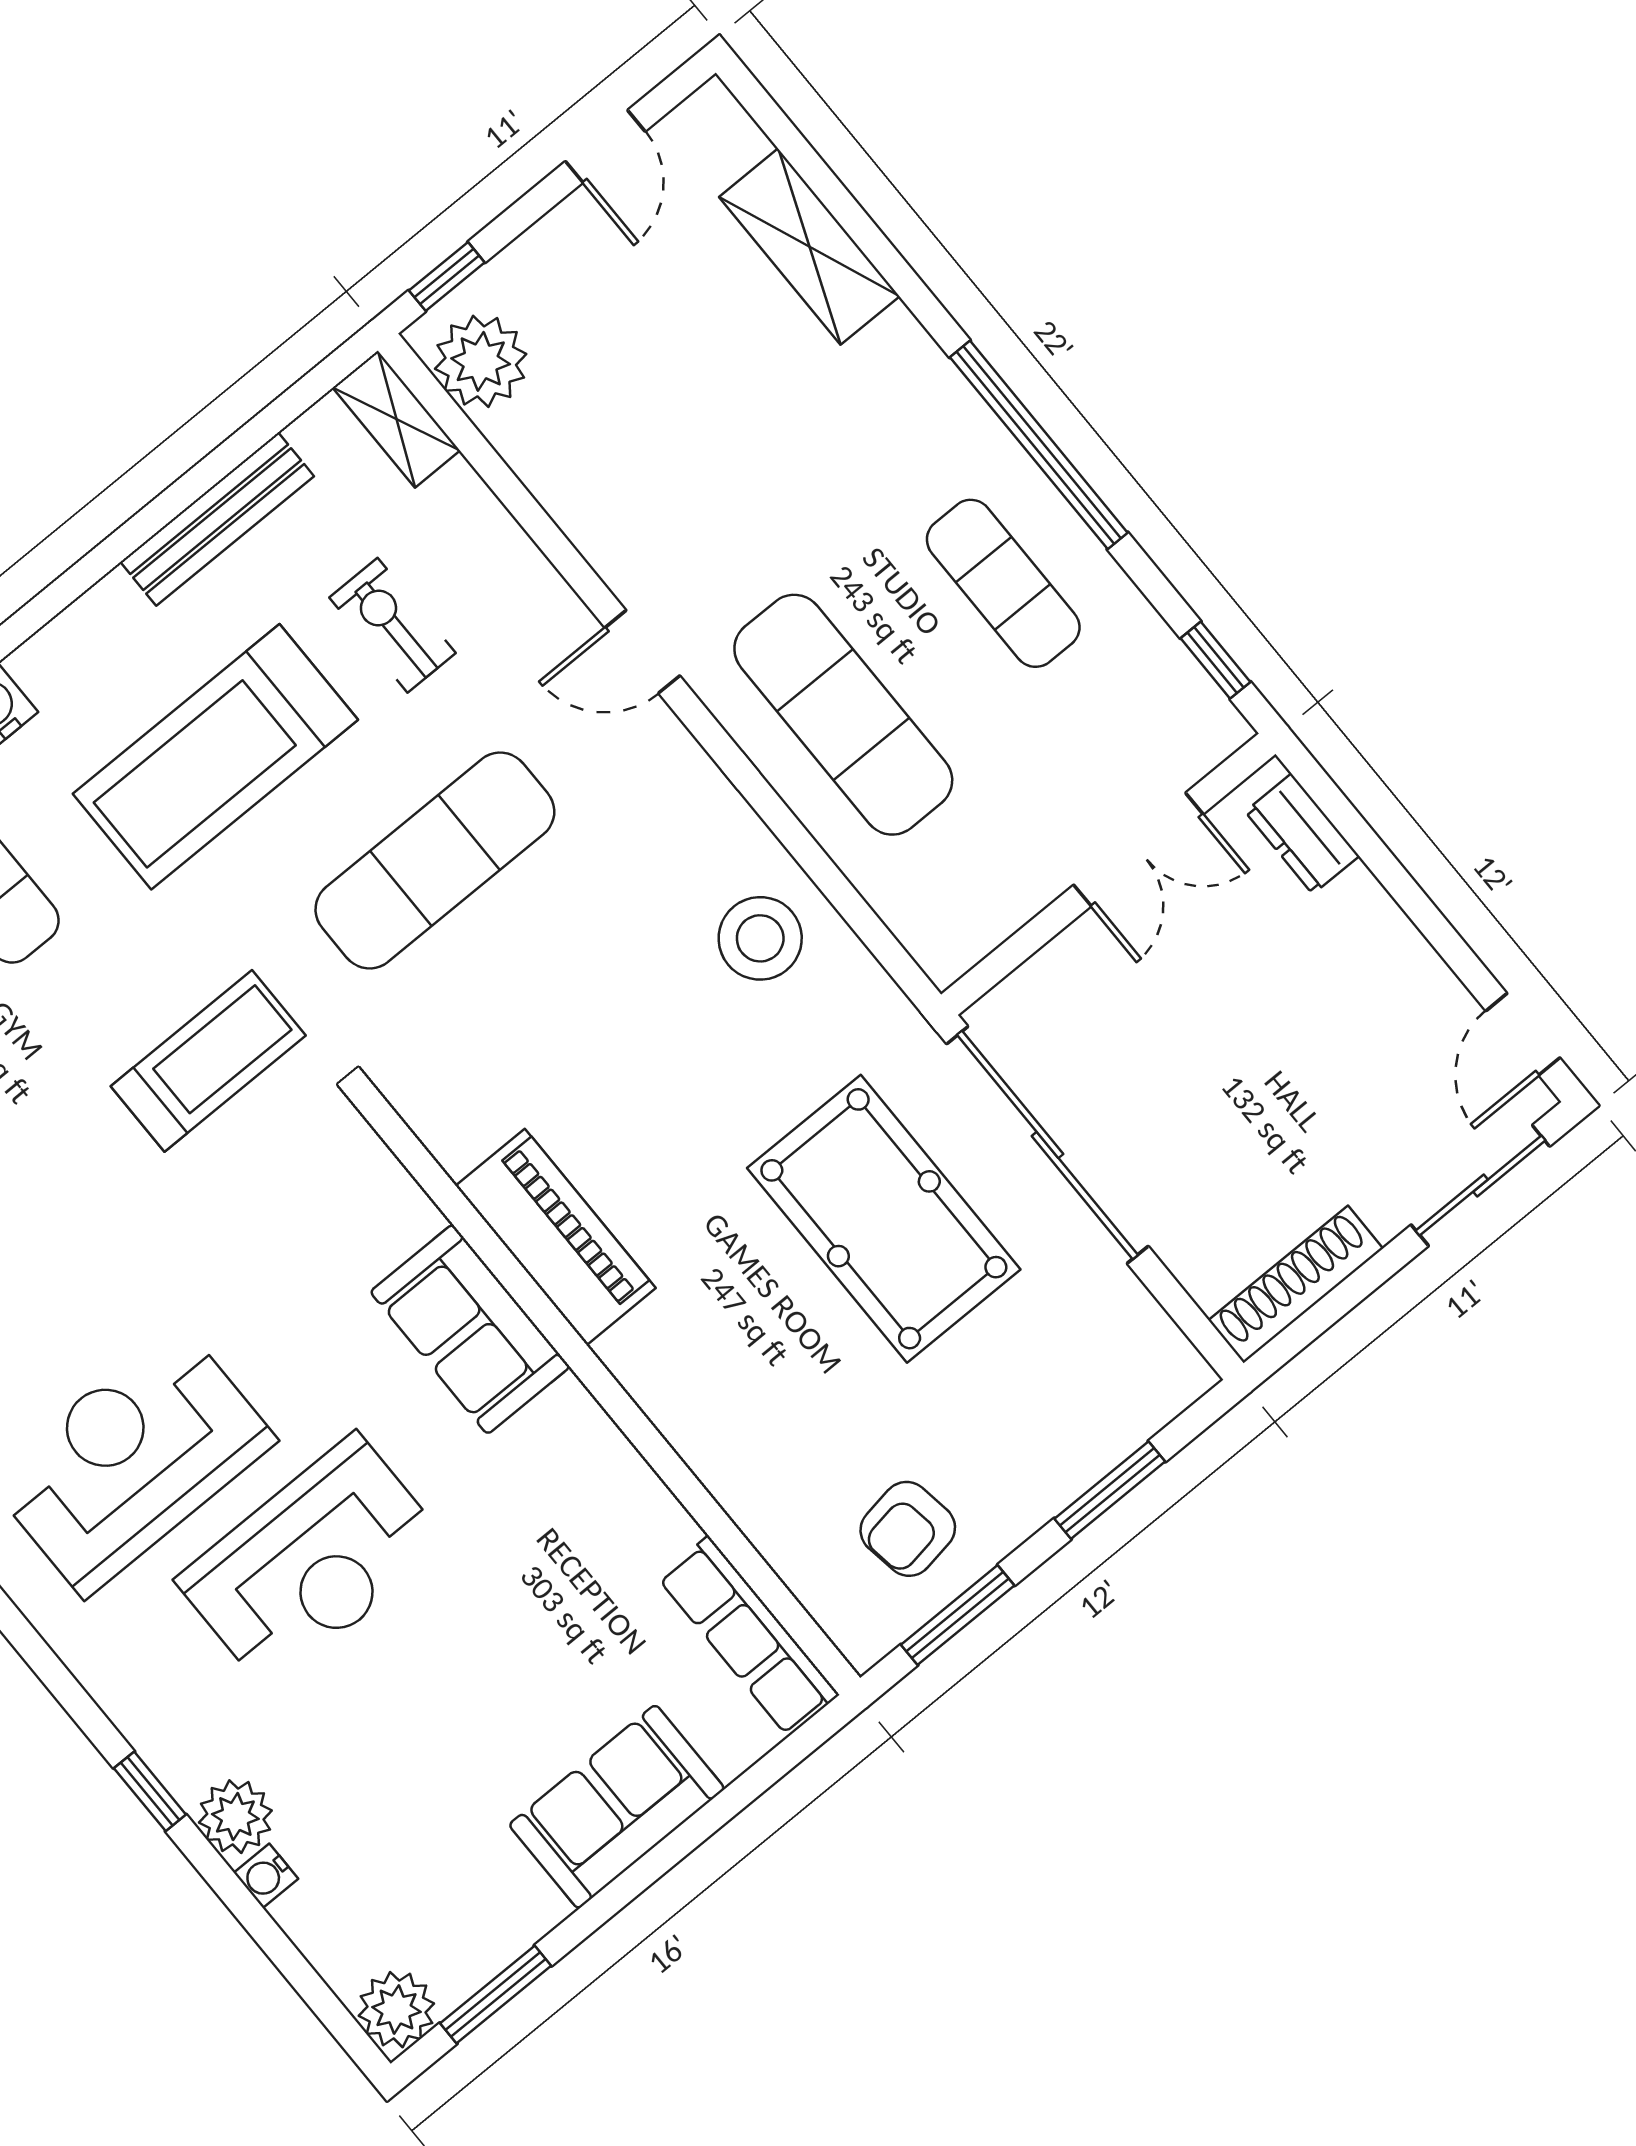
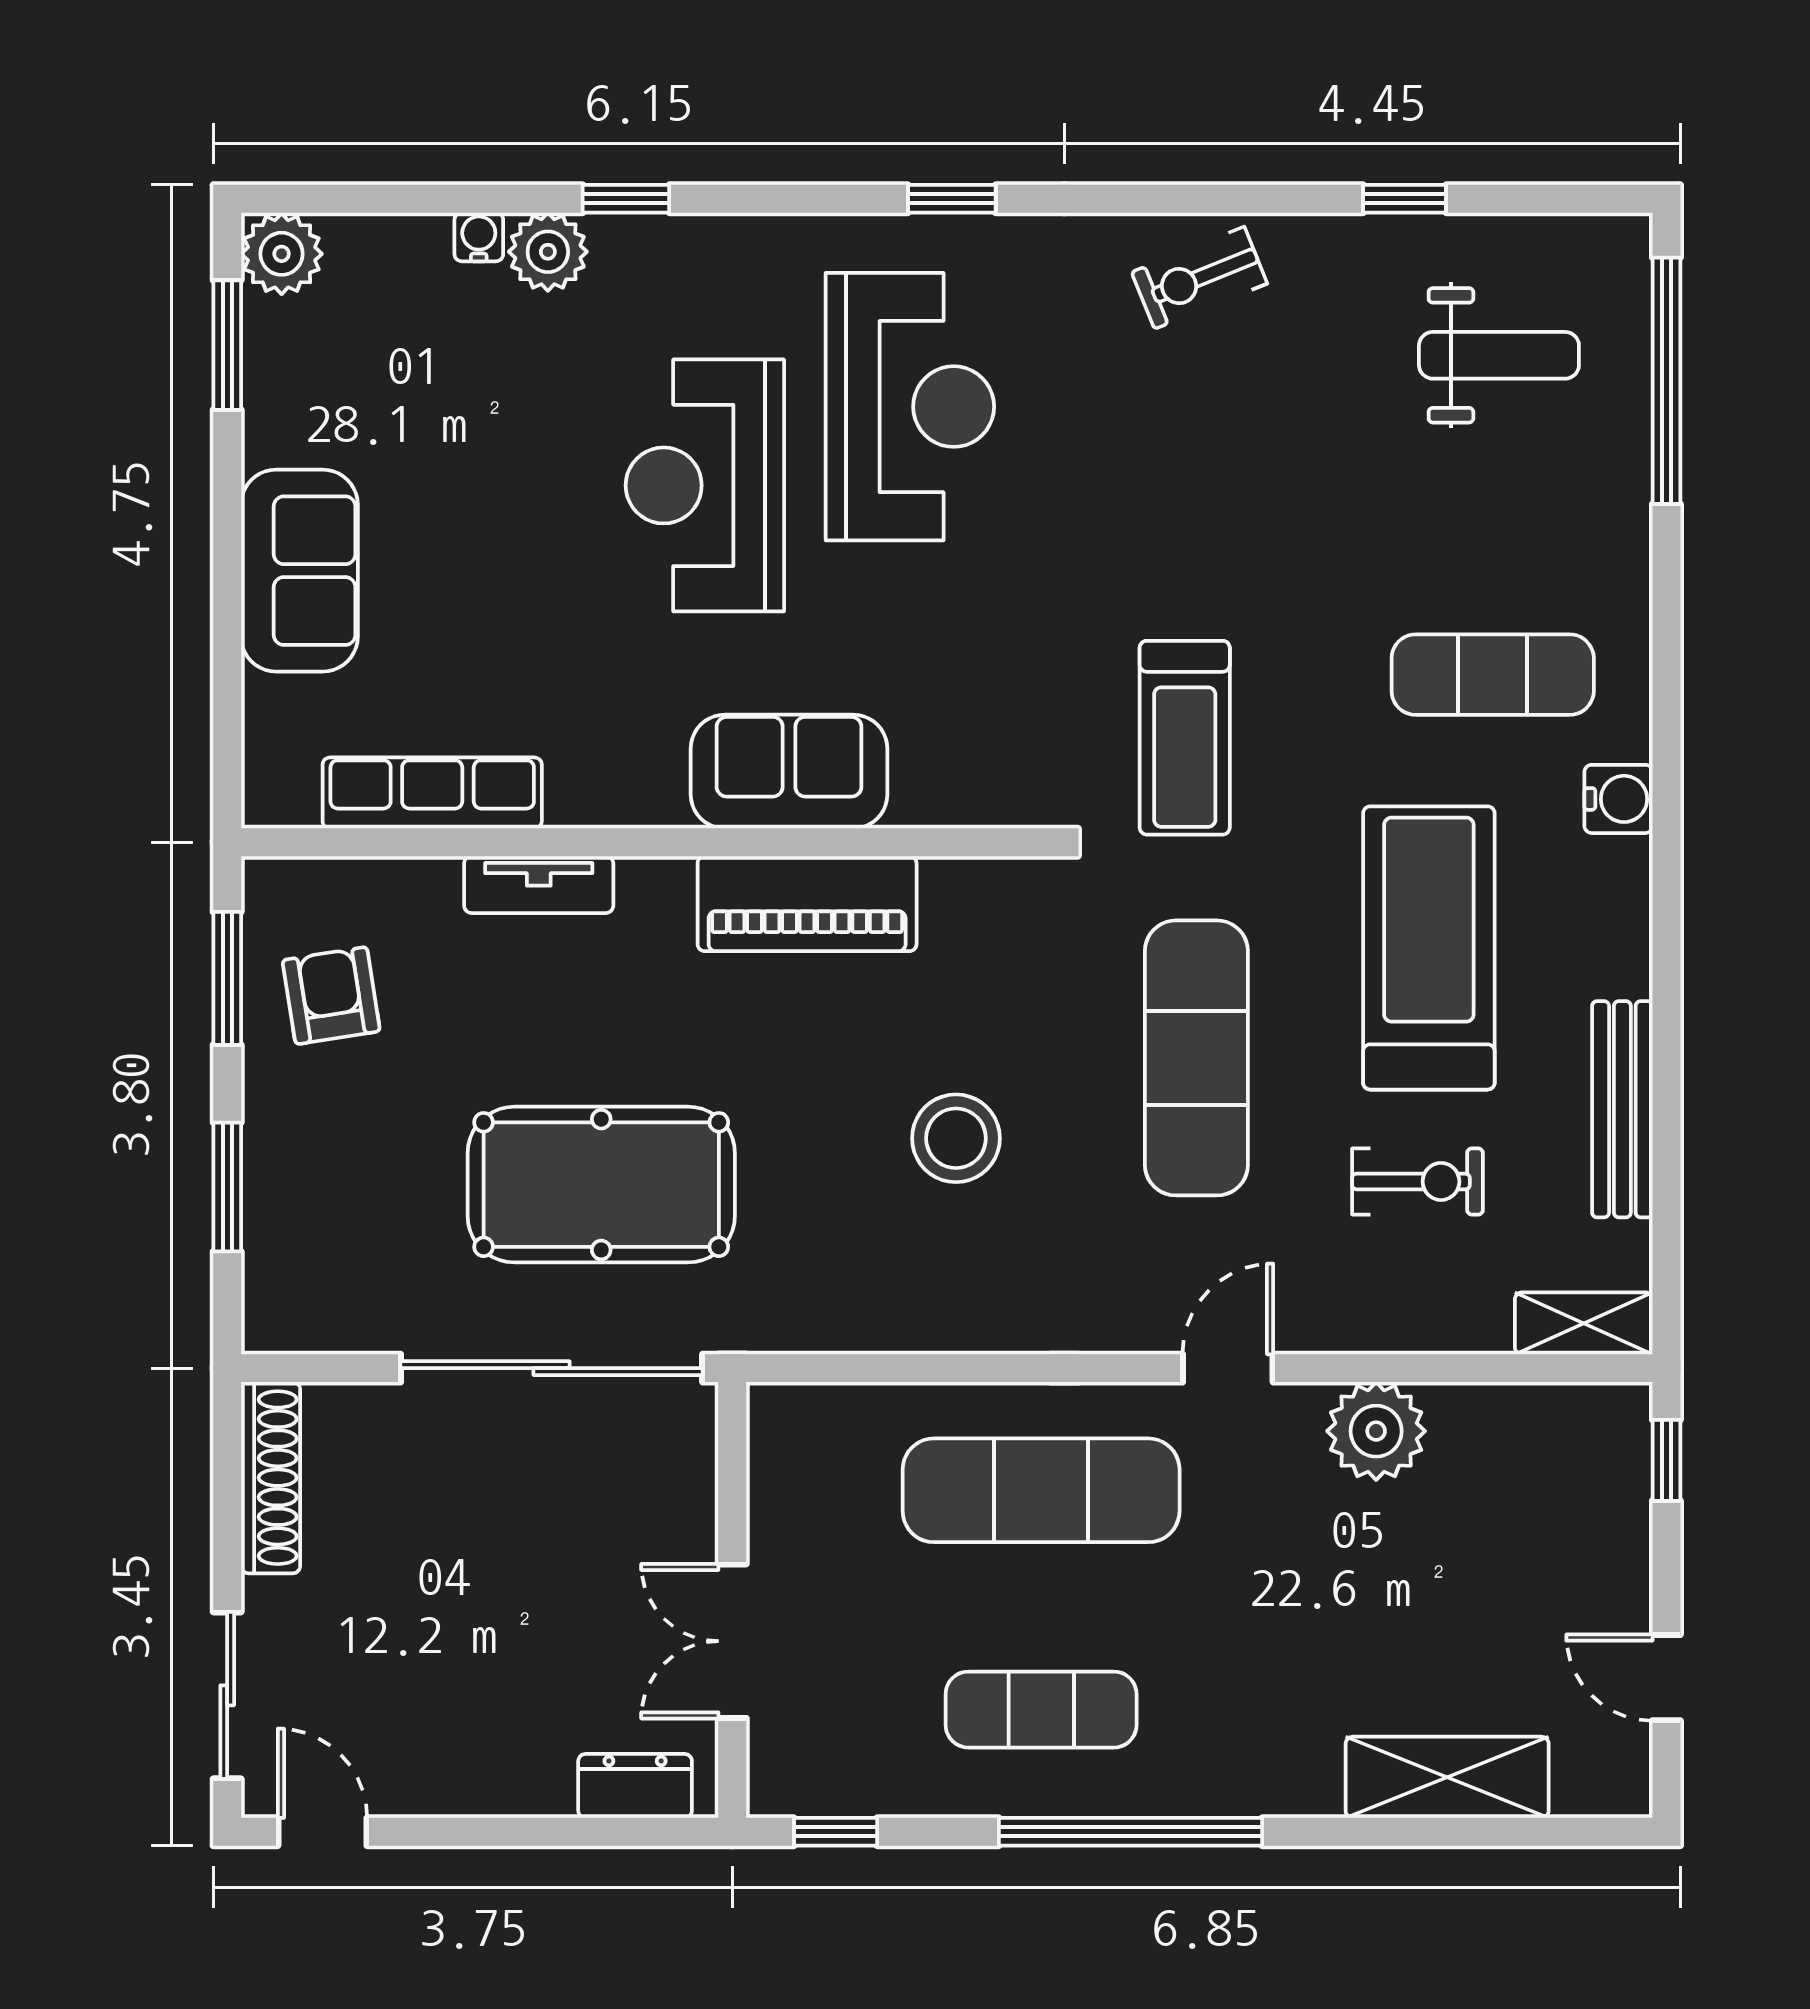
plant: (481, 361) -> (1376, 1431), moved
stool: (760, 938) -> (956, 1138), moved
tv unit: (702, 1444) -> (539, 885), added
row of seats: (748, 1636) -> (432, 793), moved

